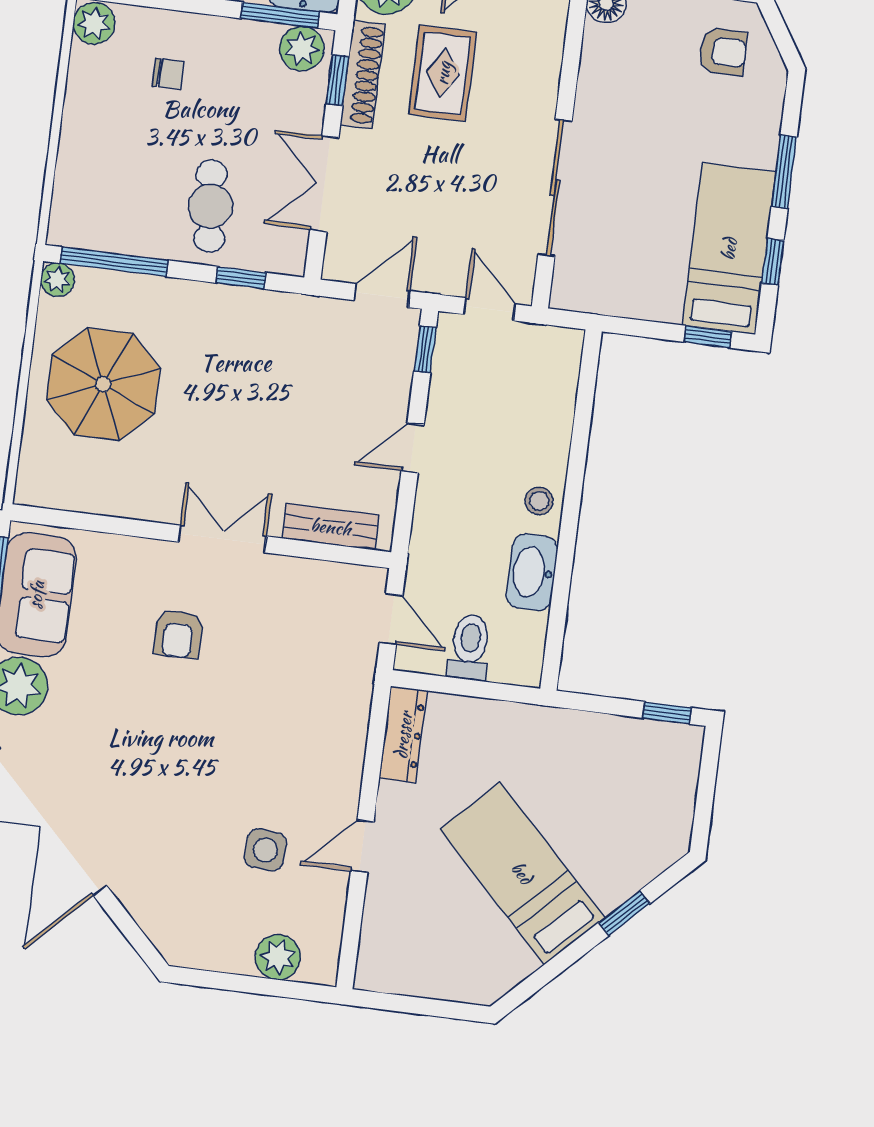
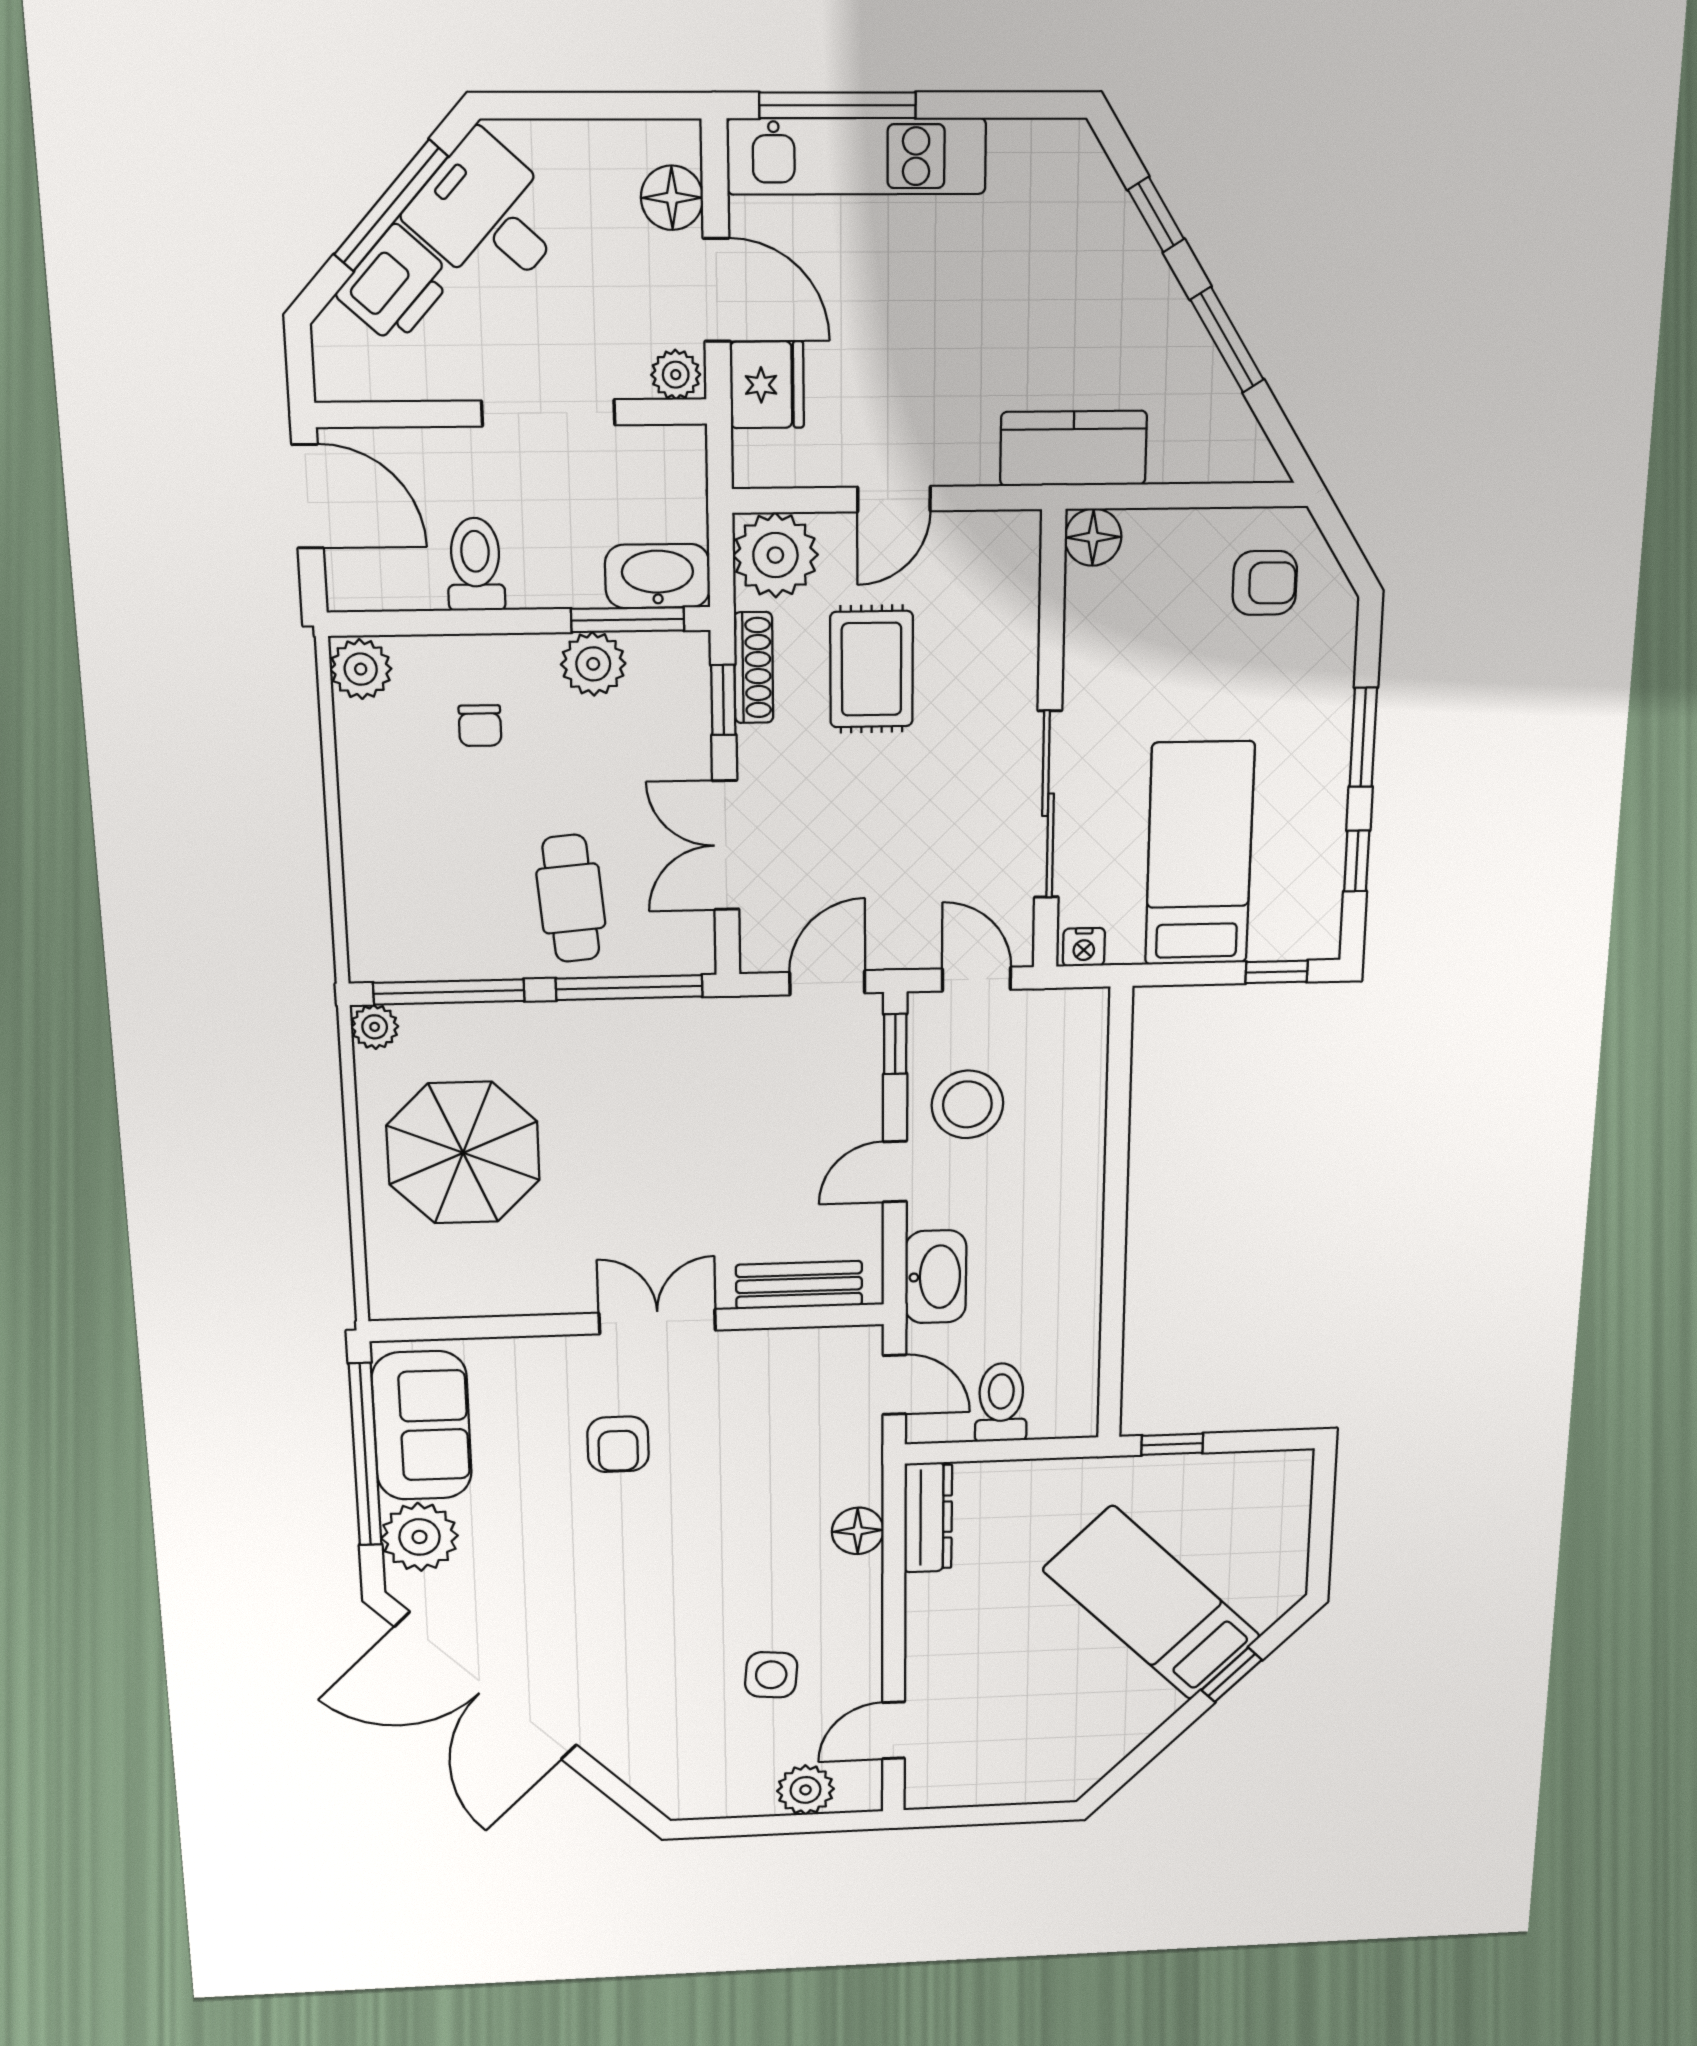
plant: (302, 48) -> (593, 664), moved
chair: (168, 74) -> (480, 726), turned 90
shoe rack: (363, 75) -> (754, 668), width x0.74, depth x0.81
bed: (729, 249) -> (1200, 854), moved
window: (241, 278) -> (629, 988), width x2.17
nightstand: (569, 297) -> (1084, 947), added
stool: (539, 501) -> (967, 1104), moved, width x1.89, depth x1.89
washbasin: (532, 572) -> (936, 1277), moved, turned 180
window: (667, 713) -> (1172, 1444), moved
floor lamp: (348, 737) -> (858, 1531), added
door: (362, 846) -> (893, 1730), moved
bed: (522, 873) -> (1152, 1603), moved

